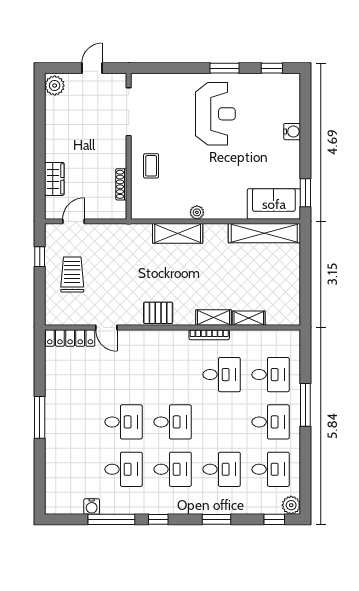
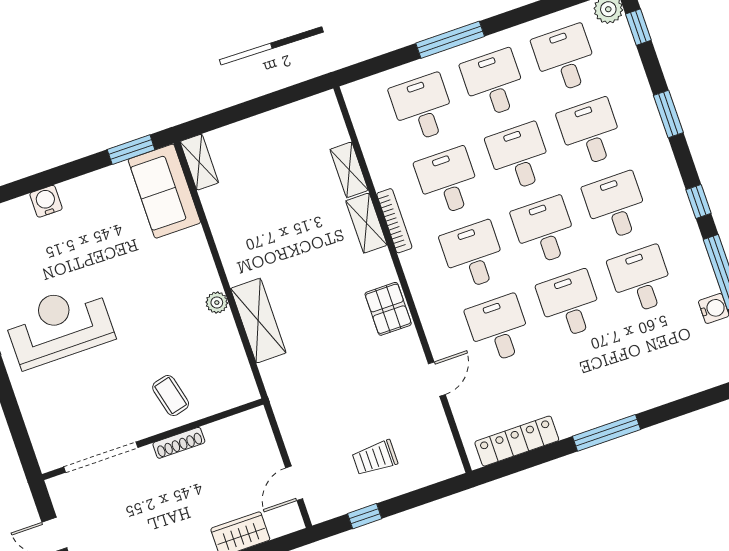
coffee table: (151, 166) -> (171, 396), turned 76
shoe rack: (121, 184) -> (179, 443), moved
door: (74, 221) -> (294, 483), hinge flipped
shelving: (264, 233) -> (199, 162), width x0.45, depth x0.75
trolley: (72, 275) -> (375, 458), width x0.73, depth x0.72
locker: (70, 338) -> (517, 441), moved, turned -90
desk: (124, 375) -> (499, 329), added
desk: (173, 375) -> (473, 255), added
desk: (222, 422) -> (519, 157), added

